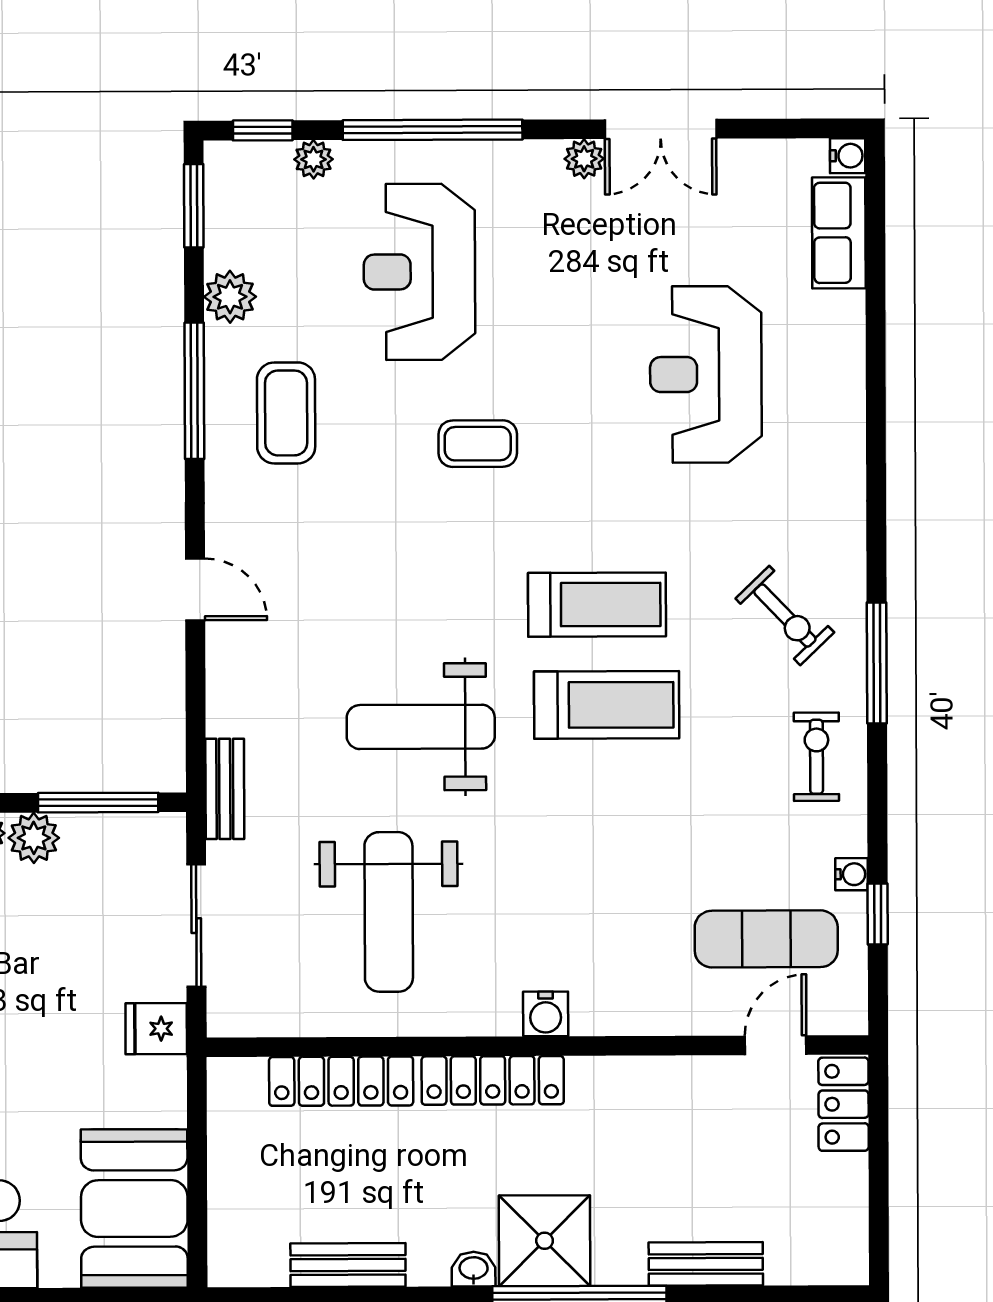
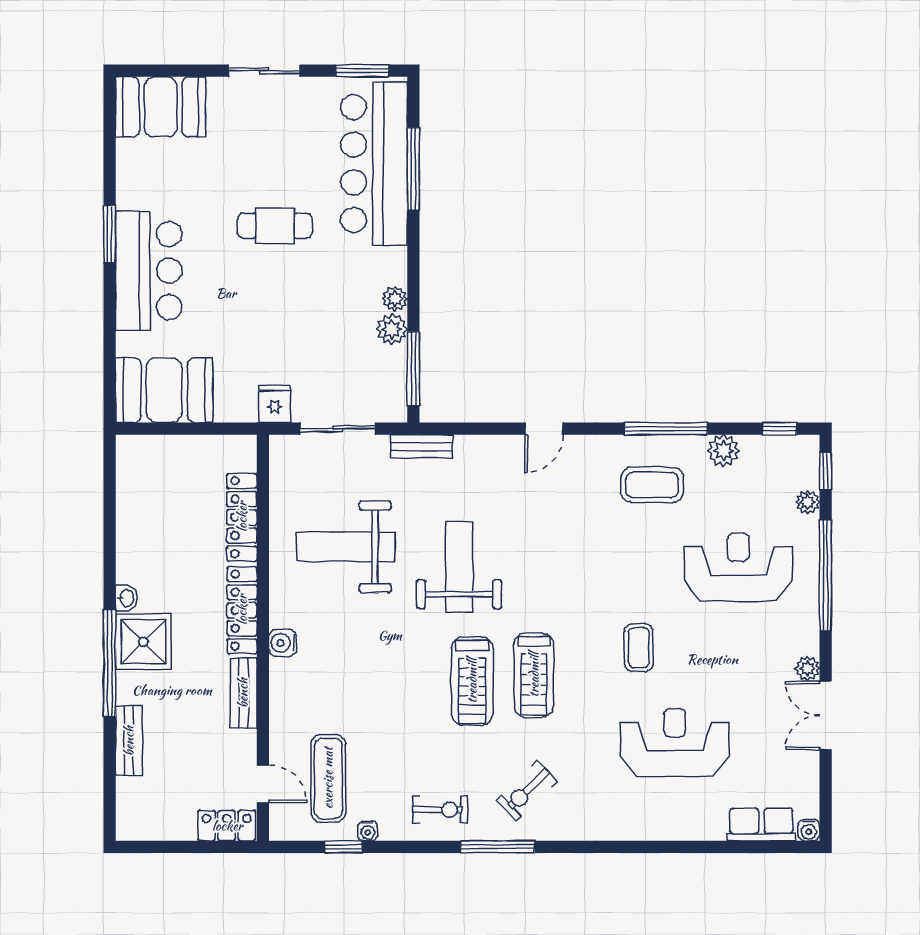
window: (194, 206) -> (779, 429), width x0.67
coffee table: (478, 444) -> (639, 648), moved
bench: (348, 1265) -> (243, 693), moved

